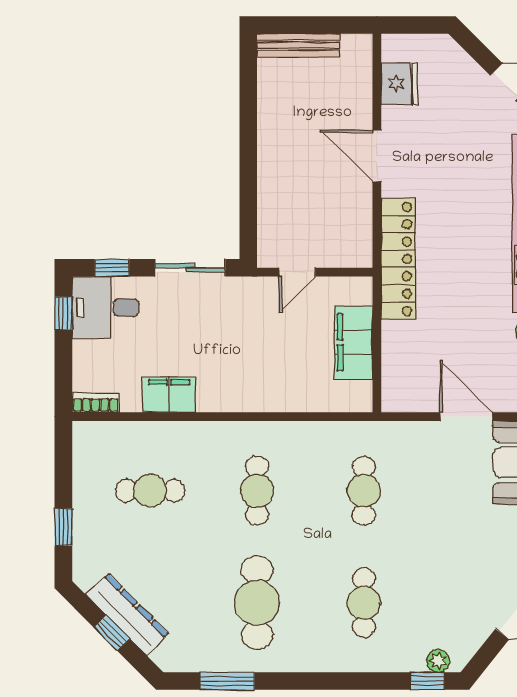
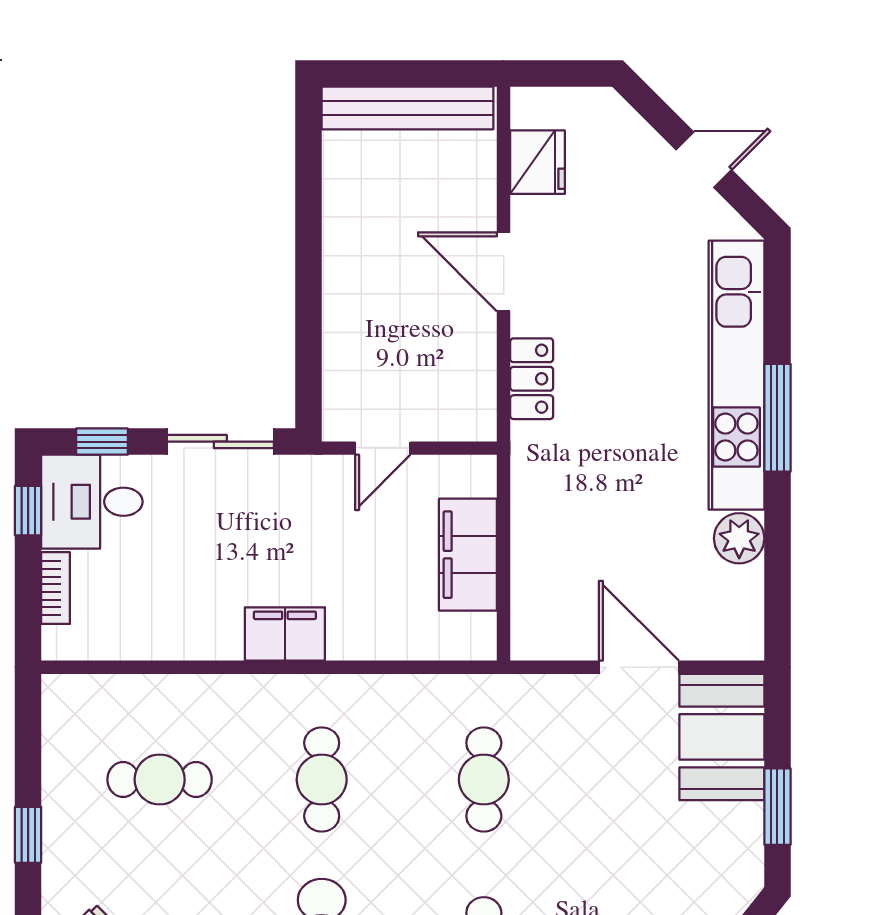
bench: (298, 45) -> (408, 108), width x1.37, depth x1.21
locker: (398, 259) -> (532, 379), width x0.46, depth x0.83
filing cabinet: (169, 395) -> (285, 634), moved
bookcase: (96, 403) -> (56, 588), moved, turned 90

